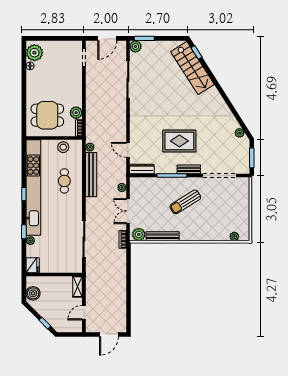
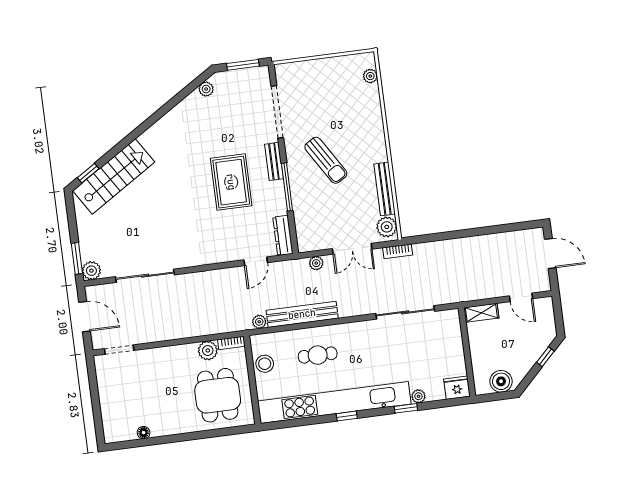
plant: (34, 53) -> (122, 428), removed

